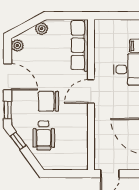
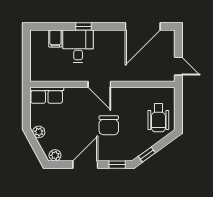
row of seats: (80, 45) -> (47, 95), width x0.68
wheelchair: (44, 135) -> (158, 118), moved, turned 90

